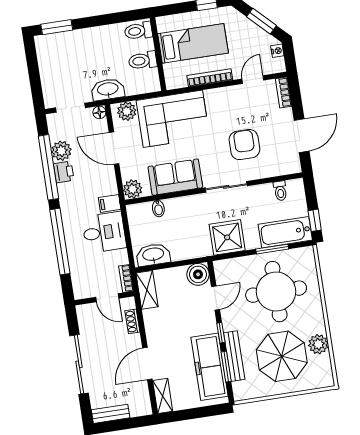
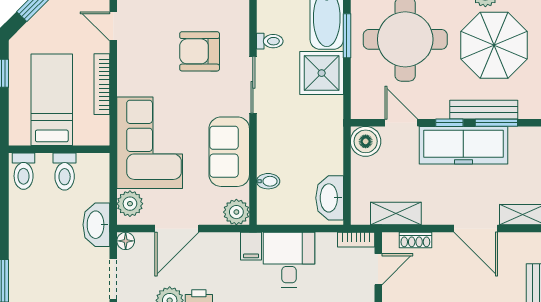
toilet: (280, 191) -> (270, 41), moved
shower: (227, 237) -> (322, 73), moved
shelving: (147, 290) -> (396, 214), moved
freezer: (209, 367) -> (463, 145), moved

